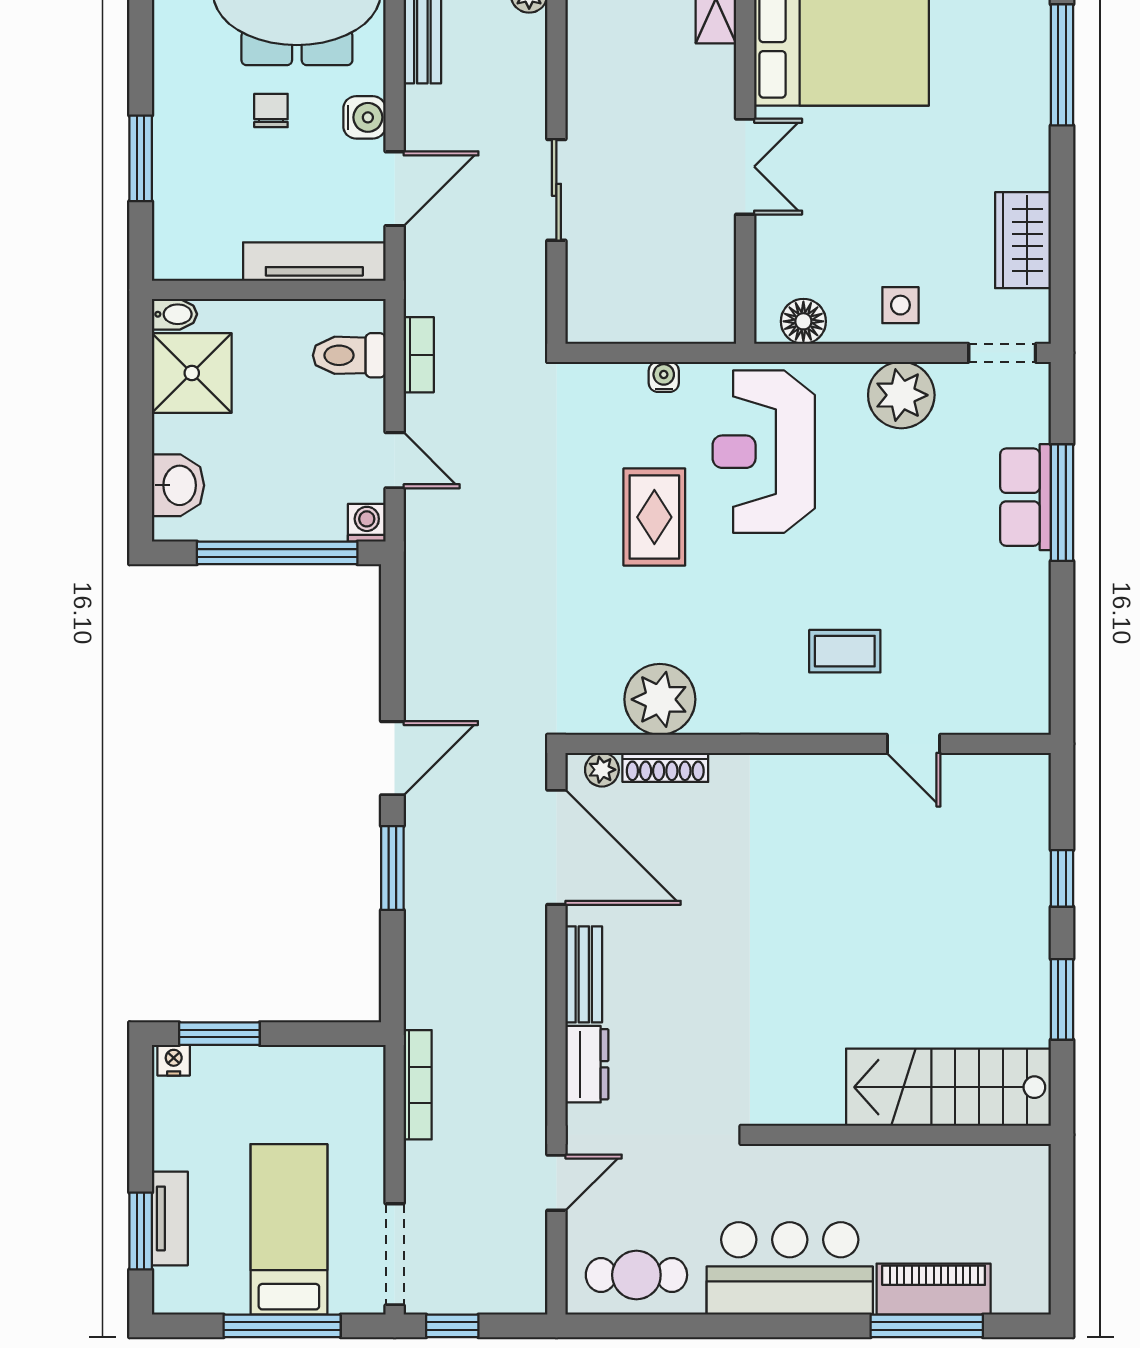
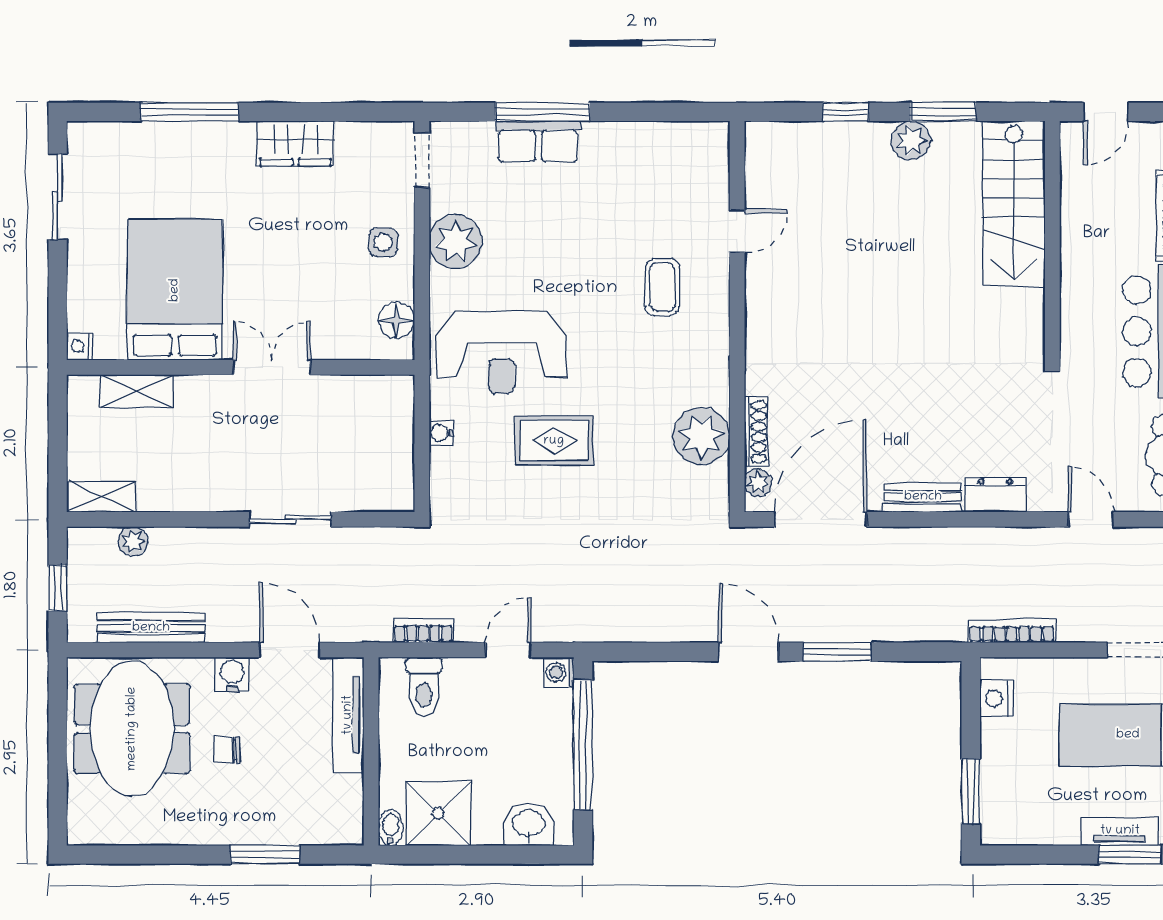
wardrobe: (1023, 240) -> (295, 143), moved
plant: (1027, 959) -> (911, 140), added
nightstand: (174, 1060) -> (997, 698), moved, width x1.39, depth x1.35
door: (1062, 1202) -> (1106, 112), added

